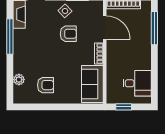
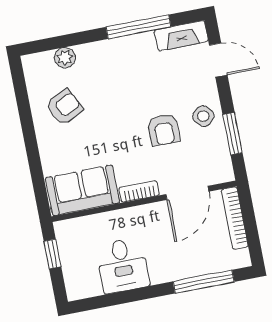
desk: (137, 83) -> (123, 265), moved
armchair: (46, 85) -> (64, 107), turned -116

